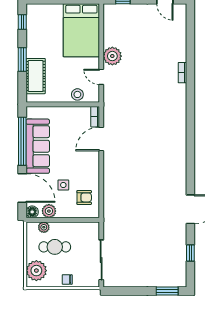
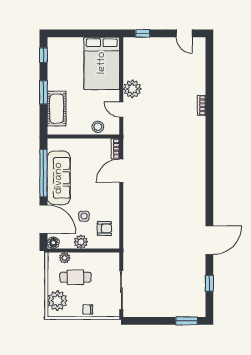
plant: (49, 211) -> (81, 242), moved

